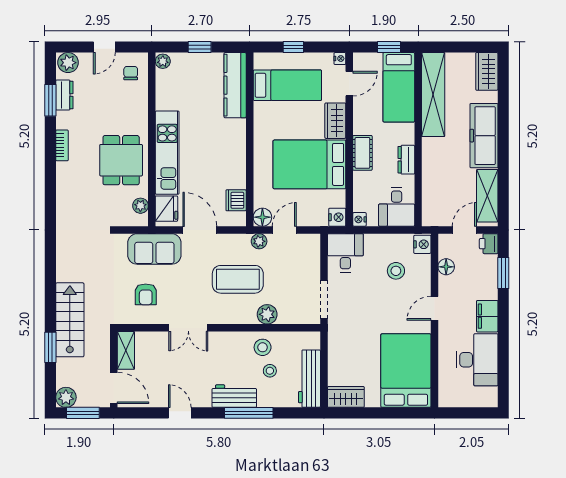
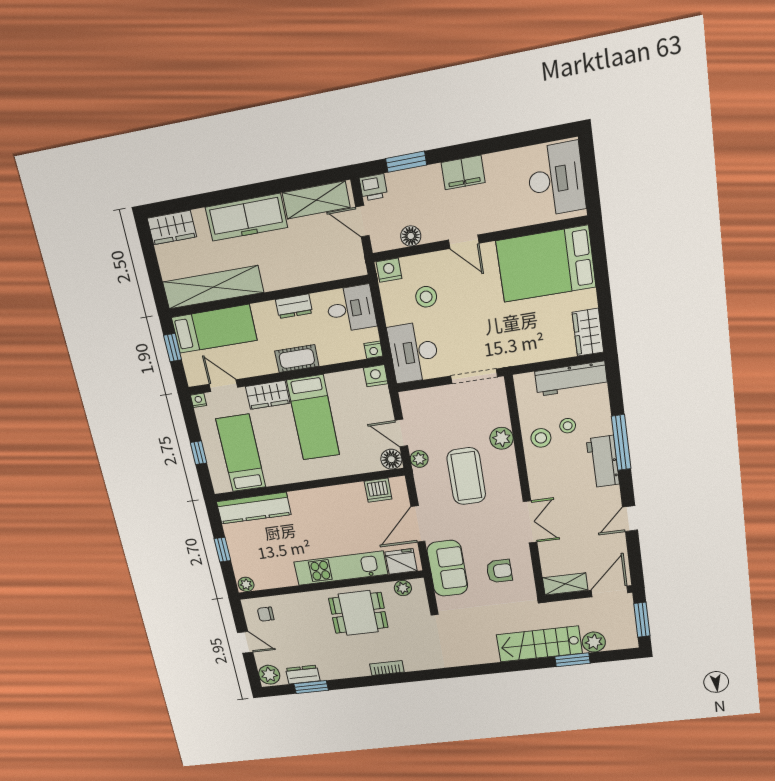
bookcase: (62, 145) -> (387, 668), moved
bed: (309, 164) -> (313, 418), width x0.67
desk: (345, 253) -> (414, 352), width x1.37
desk: (477, 360) -> (556, 179), moved, turned 90
plant: (66, 397) -> (594, 642), moved

